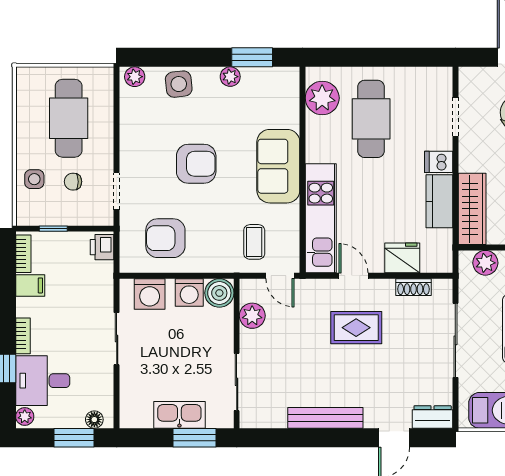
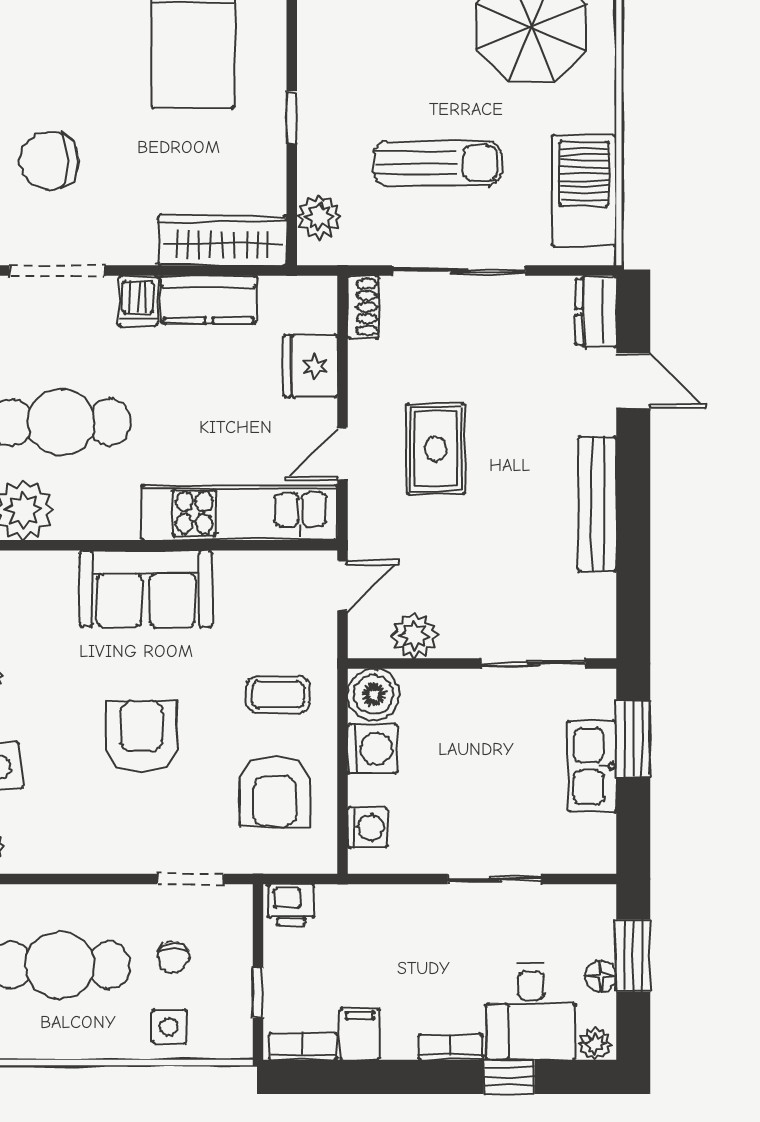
doorway: (455, 117) -> (57, 270), width x1.38
coffee table: (254, 242) -> (278, 694), moved
shoe rack: (413, 287) -> (363, 307), moved
washing machine: (150, 294) -> (368, 827), width x0.73, depth x0.73
sliding door: (117, 339) -> (495, 879), moved
floor lamp: (94, 420) -> (601, 976), moved

